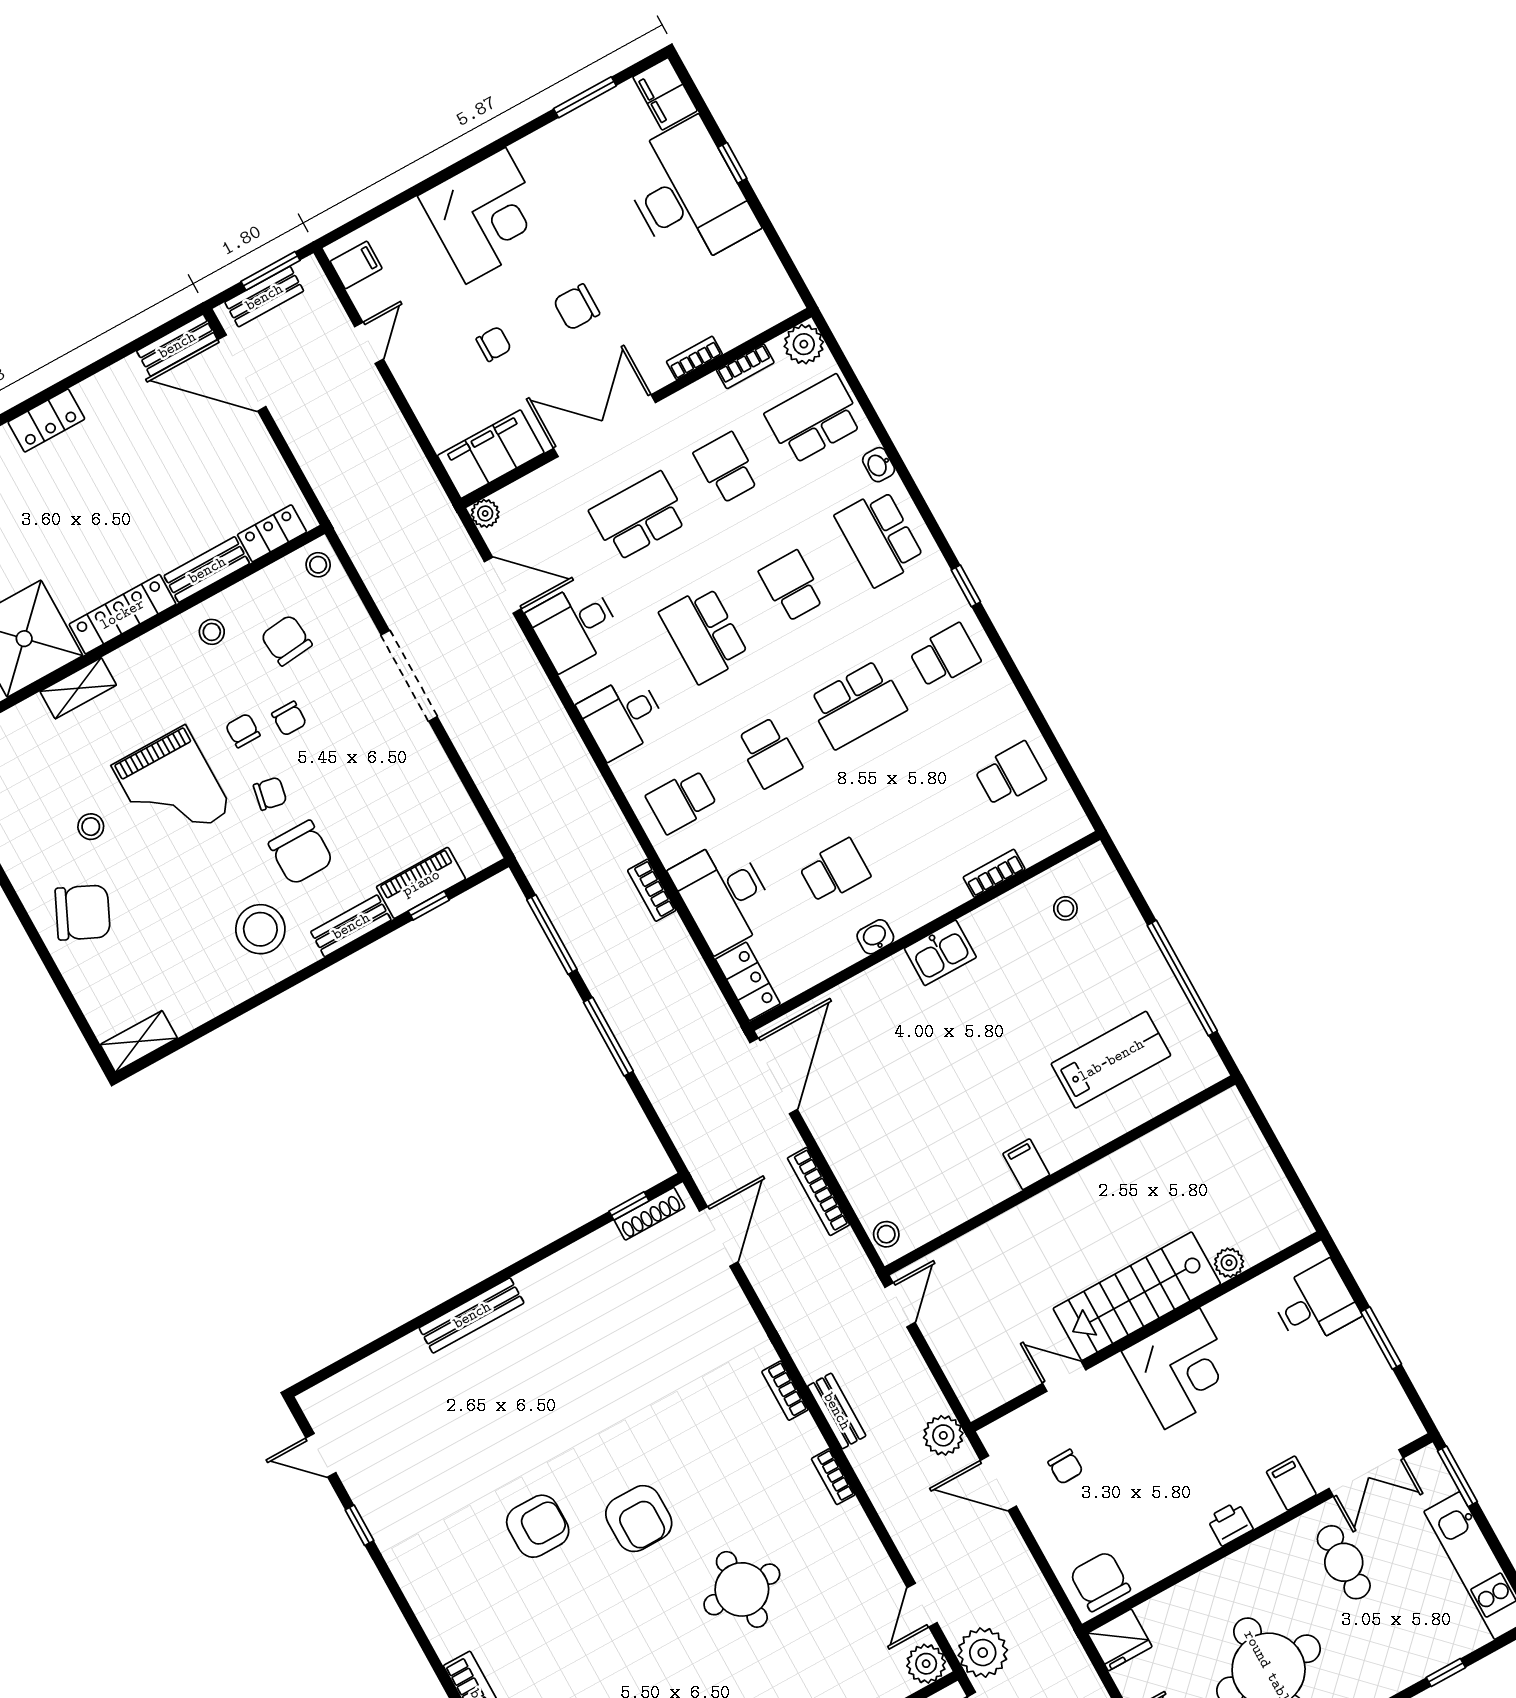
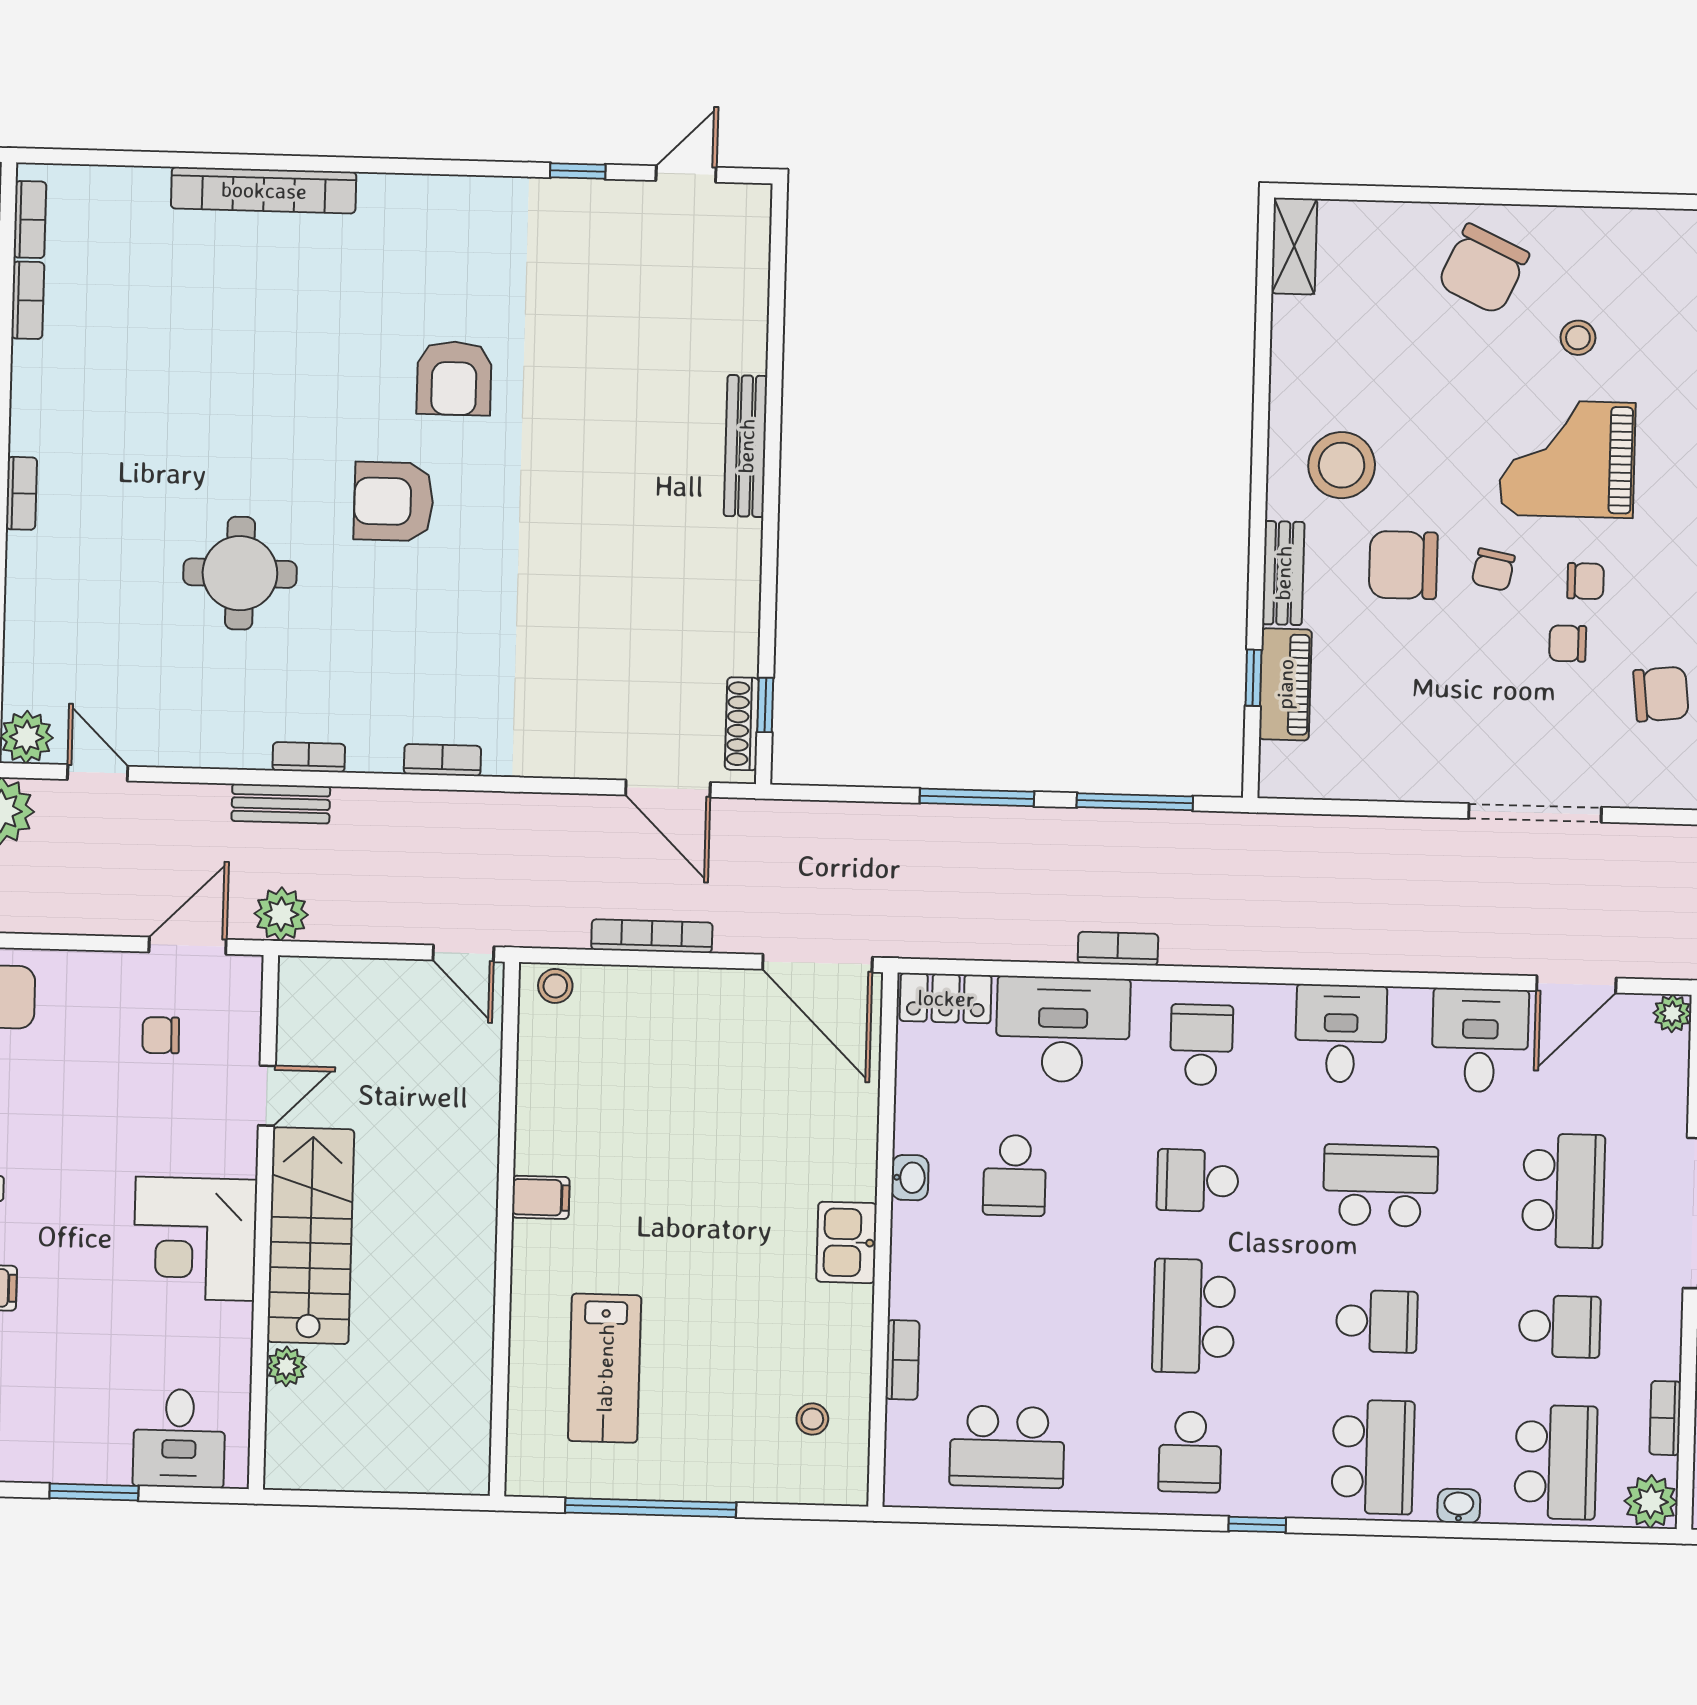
school desk: (880, 538) -> (1373, 1457), turned 90
school desk: (1010, 774) -> (1007, 1447), width x1.85
bench: (837, 1411) -> (281, 804), moved

